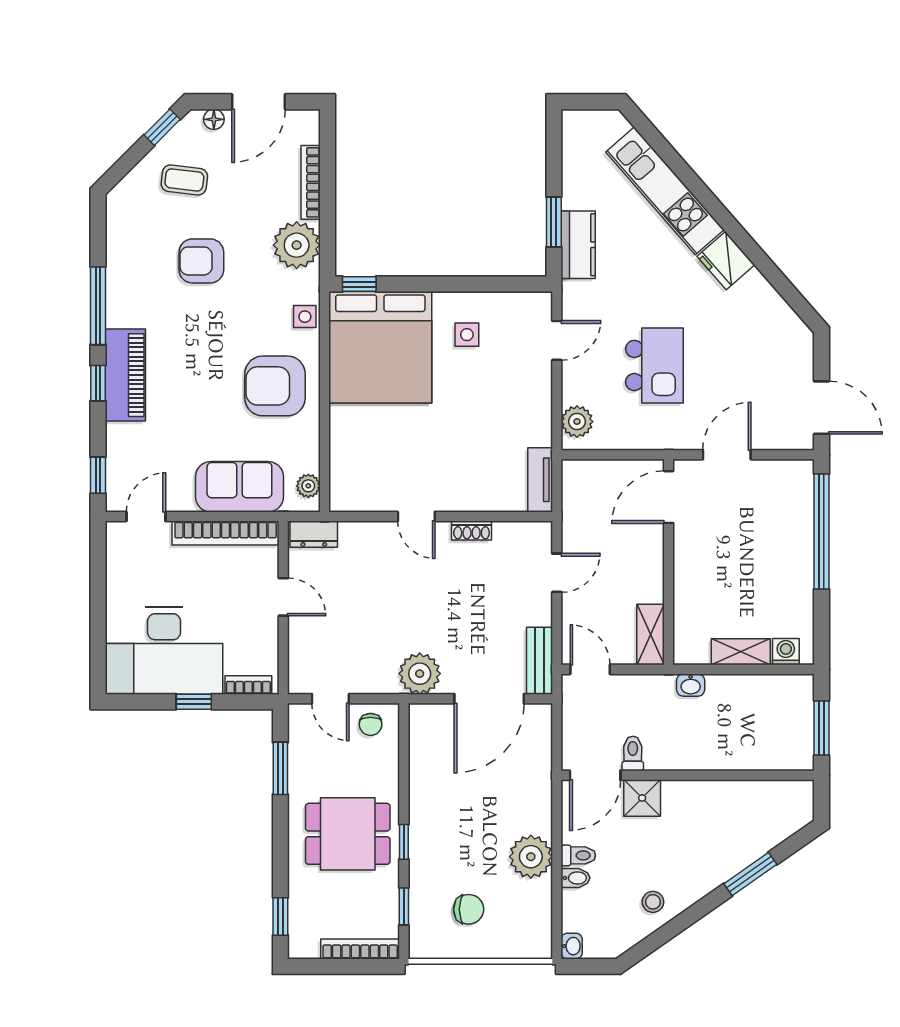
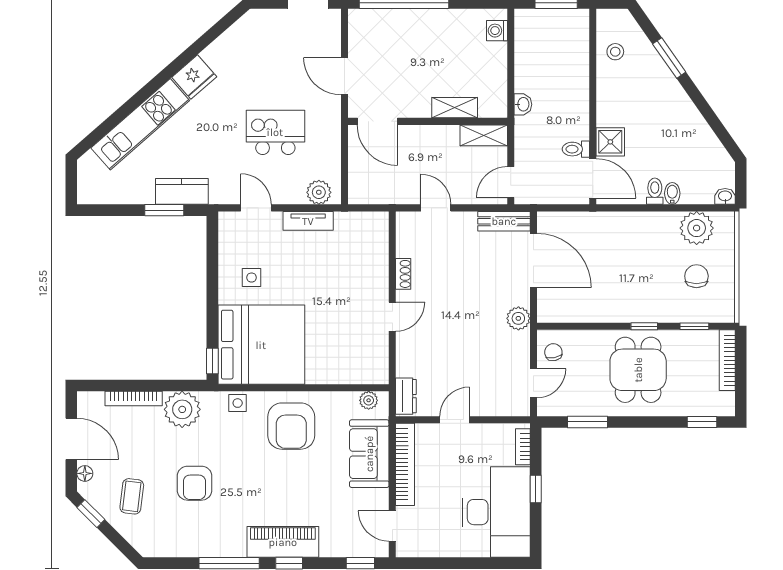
tv unit: (540, 480) -> (308, 221), moved
shelving: (741, 652) -> (455, 108), moved, turned 90
plant: (420, 674) -> (518, 318), width x0.73, depth x0.73
chair: (371, 724) -> (553, 352), turned -101
plant: (531, 857) -> (697, 228), moved
stool: (653, 902) -> (615, 52), moved

